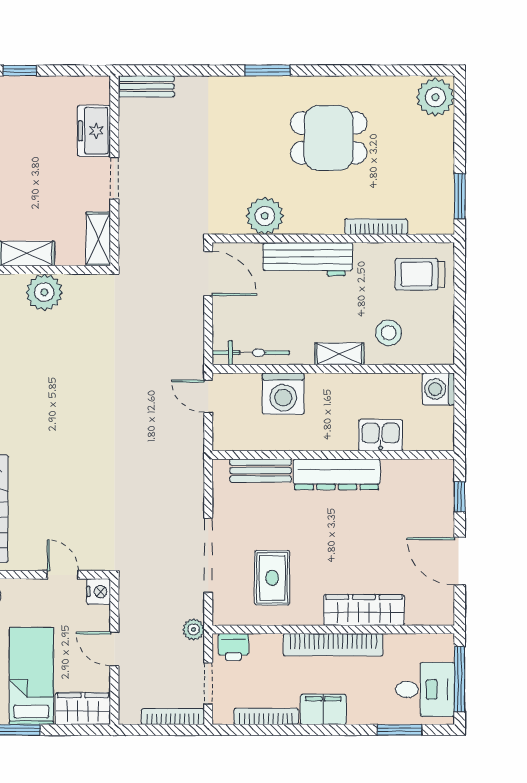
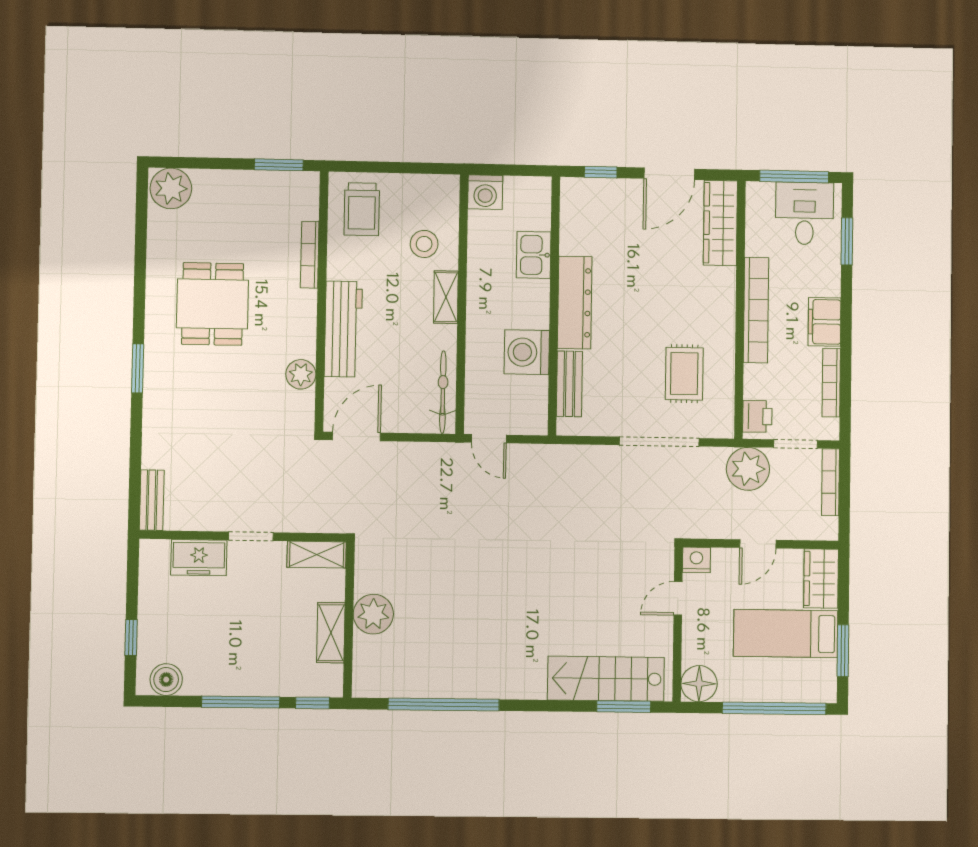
plant: (265, 216) -> (301, 374), width x0.73, depth x0.73
washing machine: (283, 394) -> (527, 352), moved, turned 180
door: (208, 396) -> (489, 439), hinge flipped
rug: (272, 578) -> (684, 374), turned 90
wardrobe: (364, 610) -> (720, 223), moved
plant: (194, 629) -> (748, 469), width x1.87, depth x1.87

